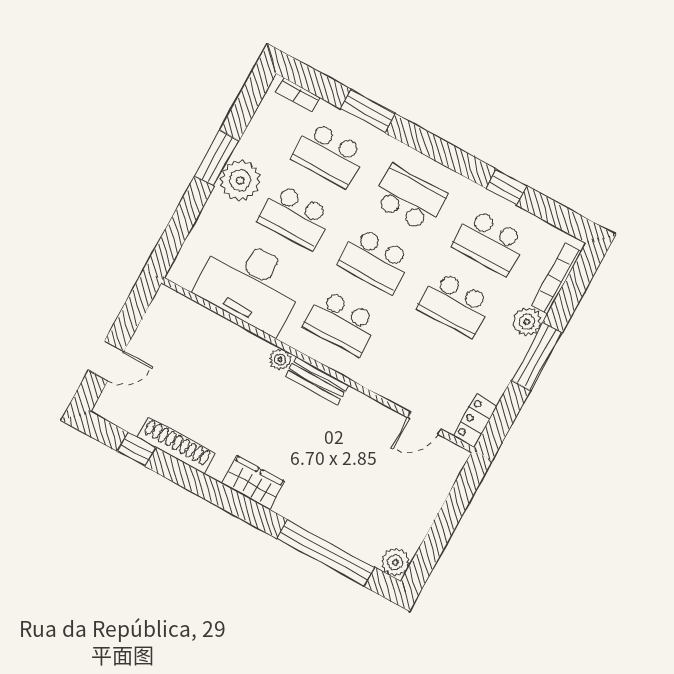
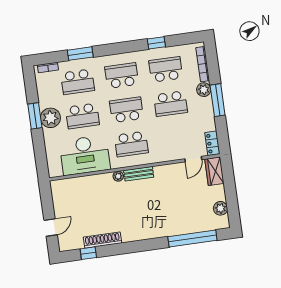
school desk: (489, 242) -> (166, 69), turned 180
school desk: (375, 260) -> (126, 110), turned 180
wardrobe: (253, 483) -> (214, 171), moved, turned -90
plant: (395, 562) -> (220, 208), moved

